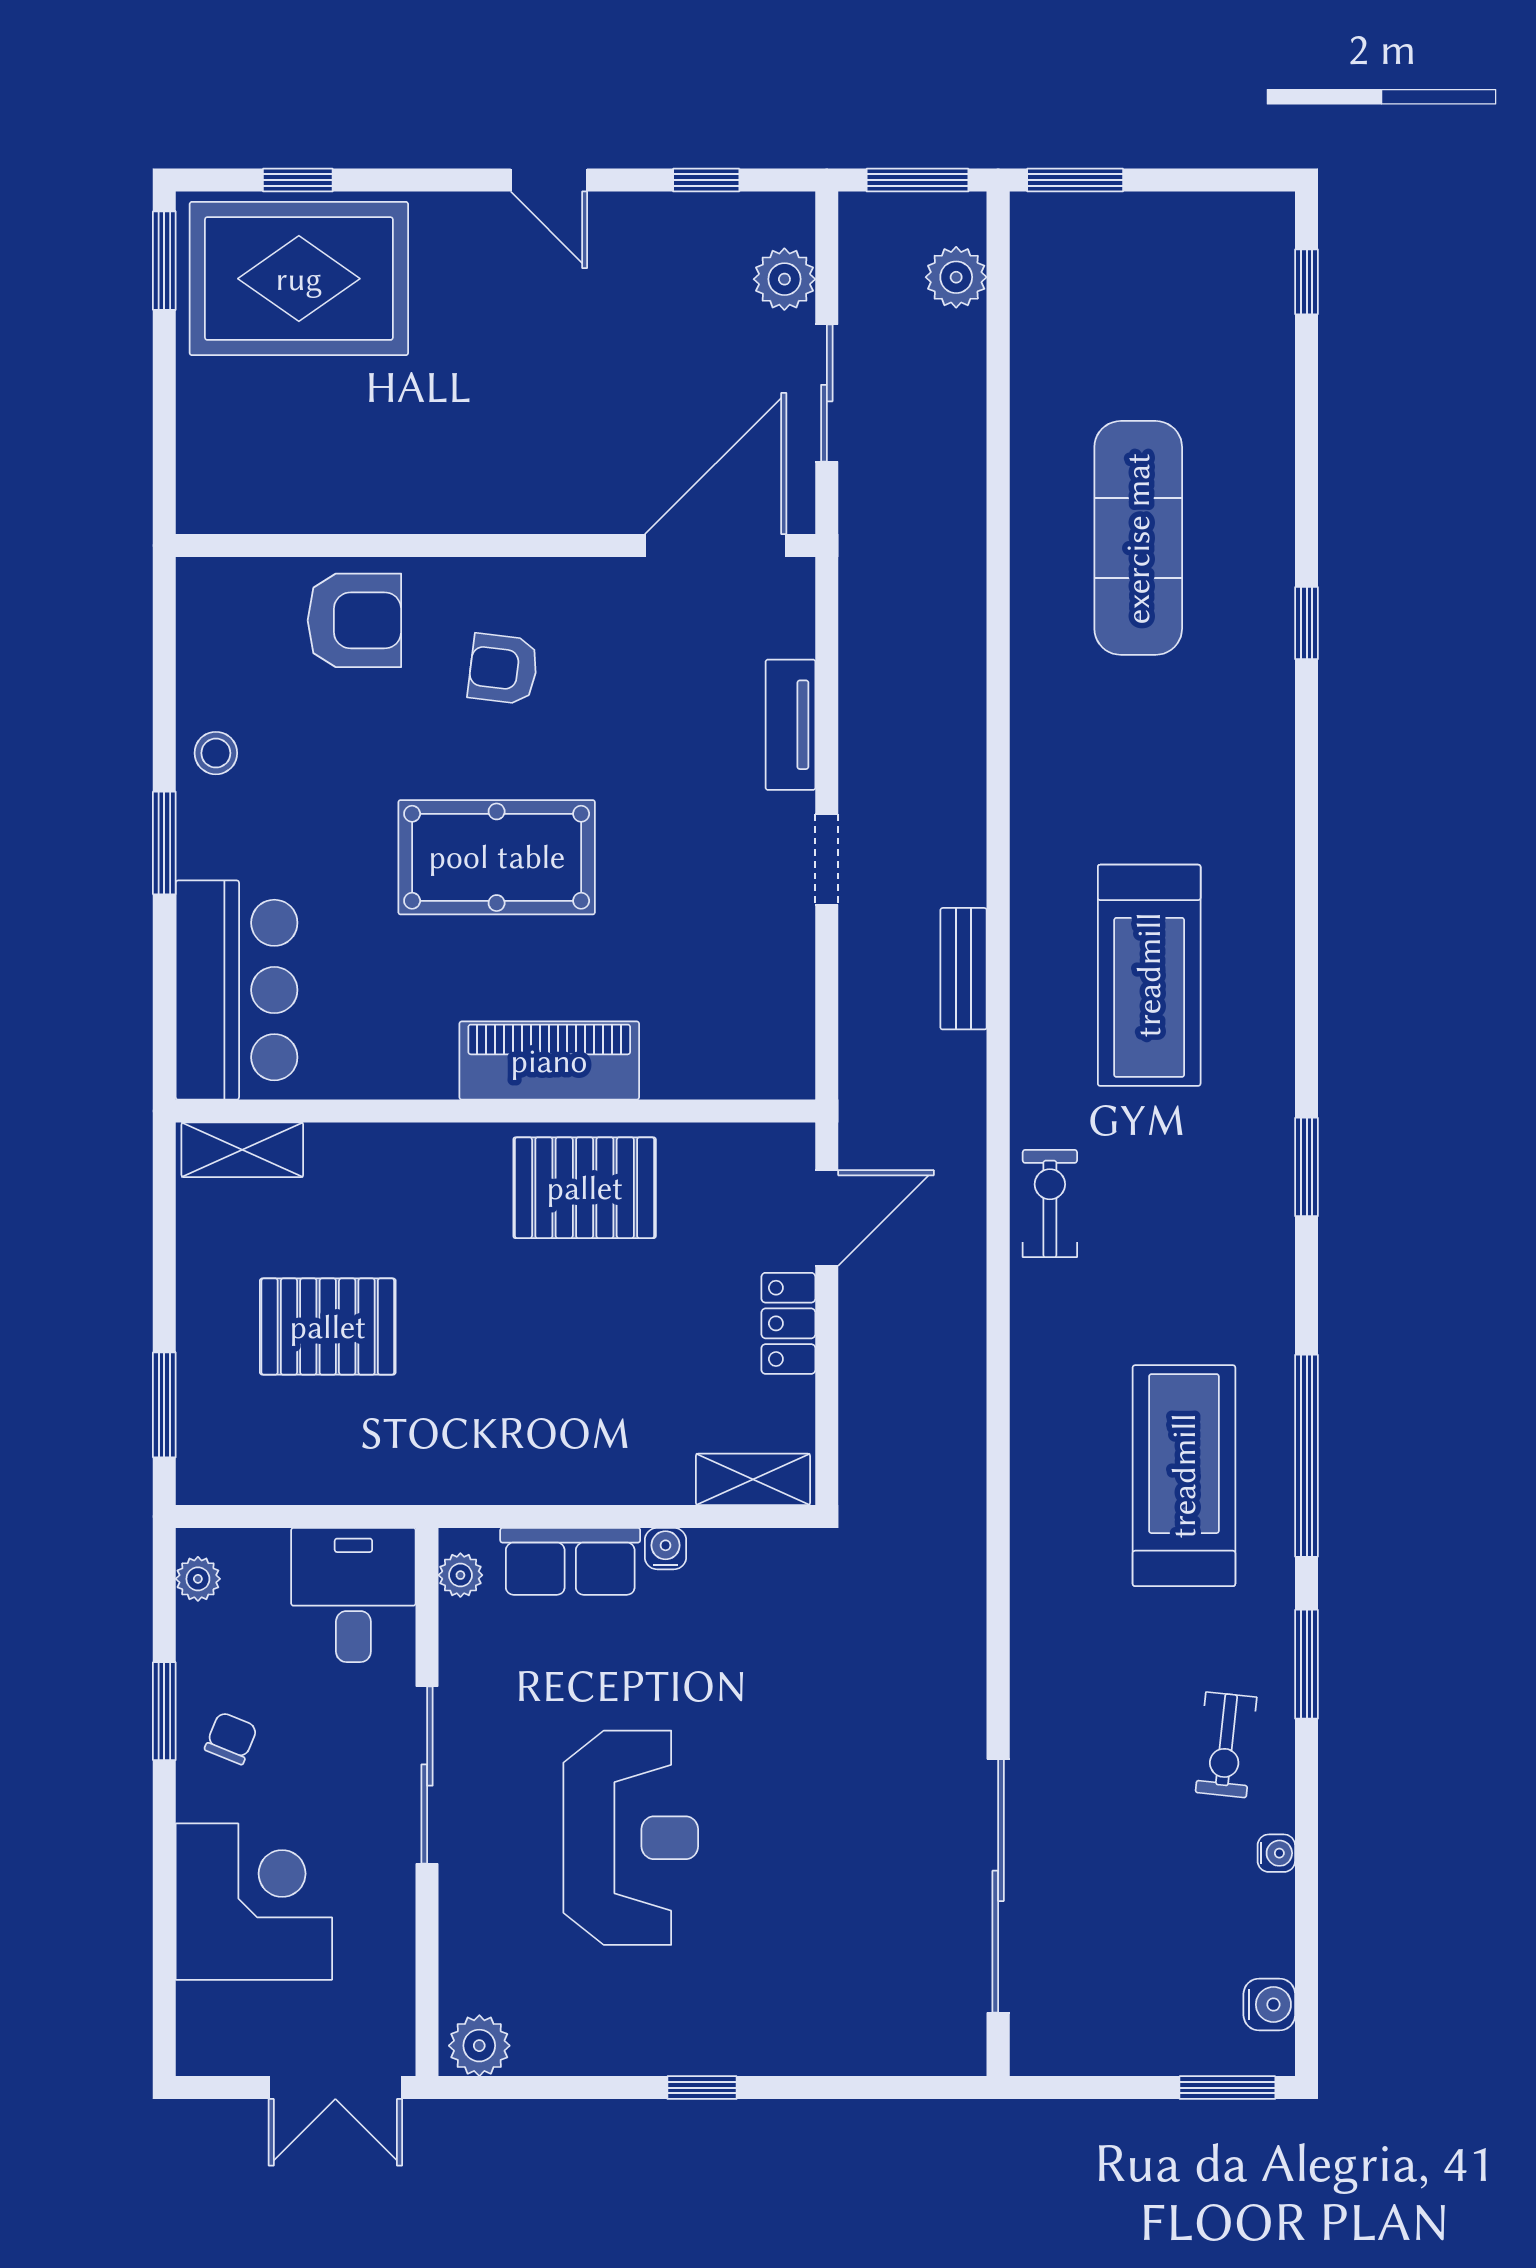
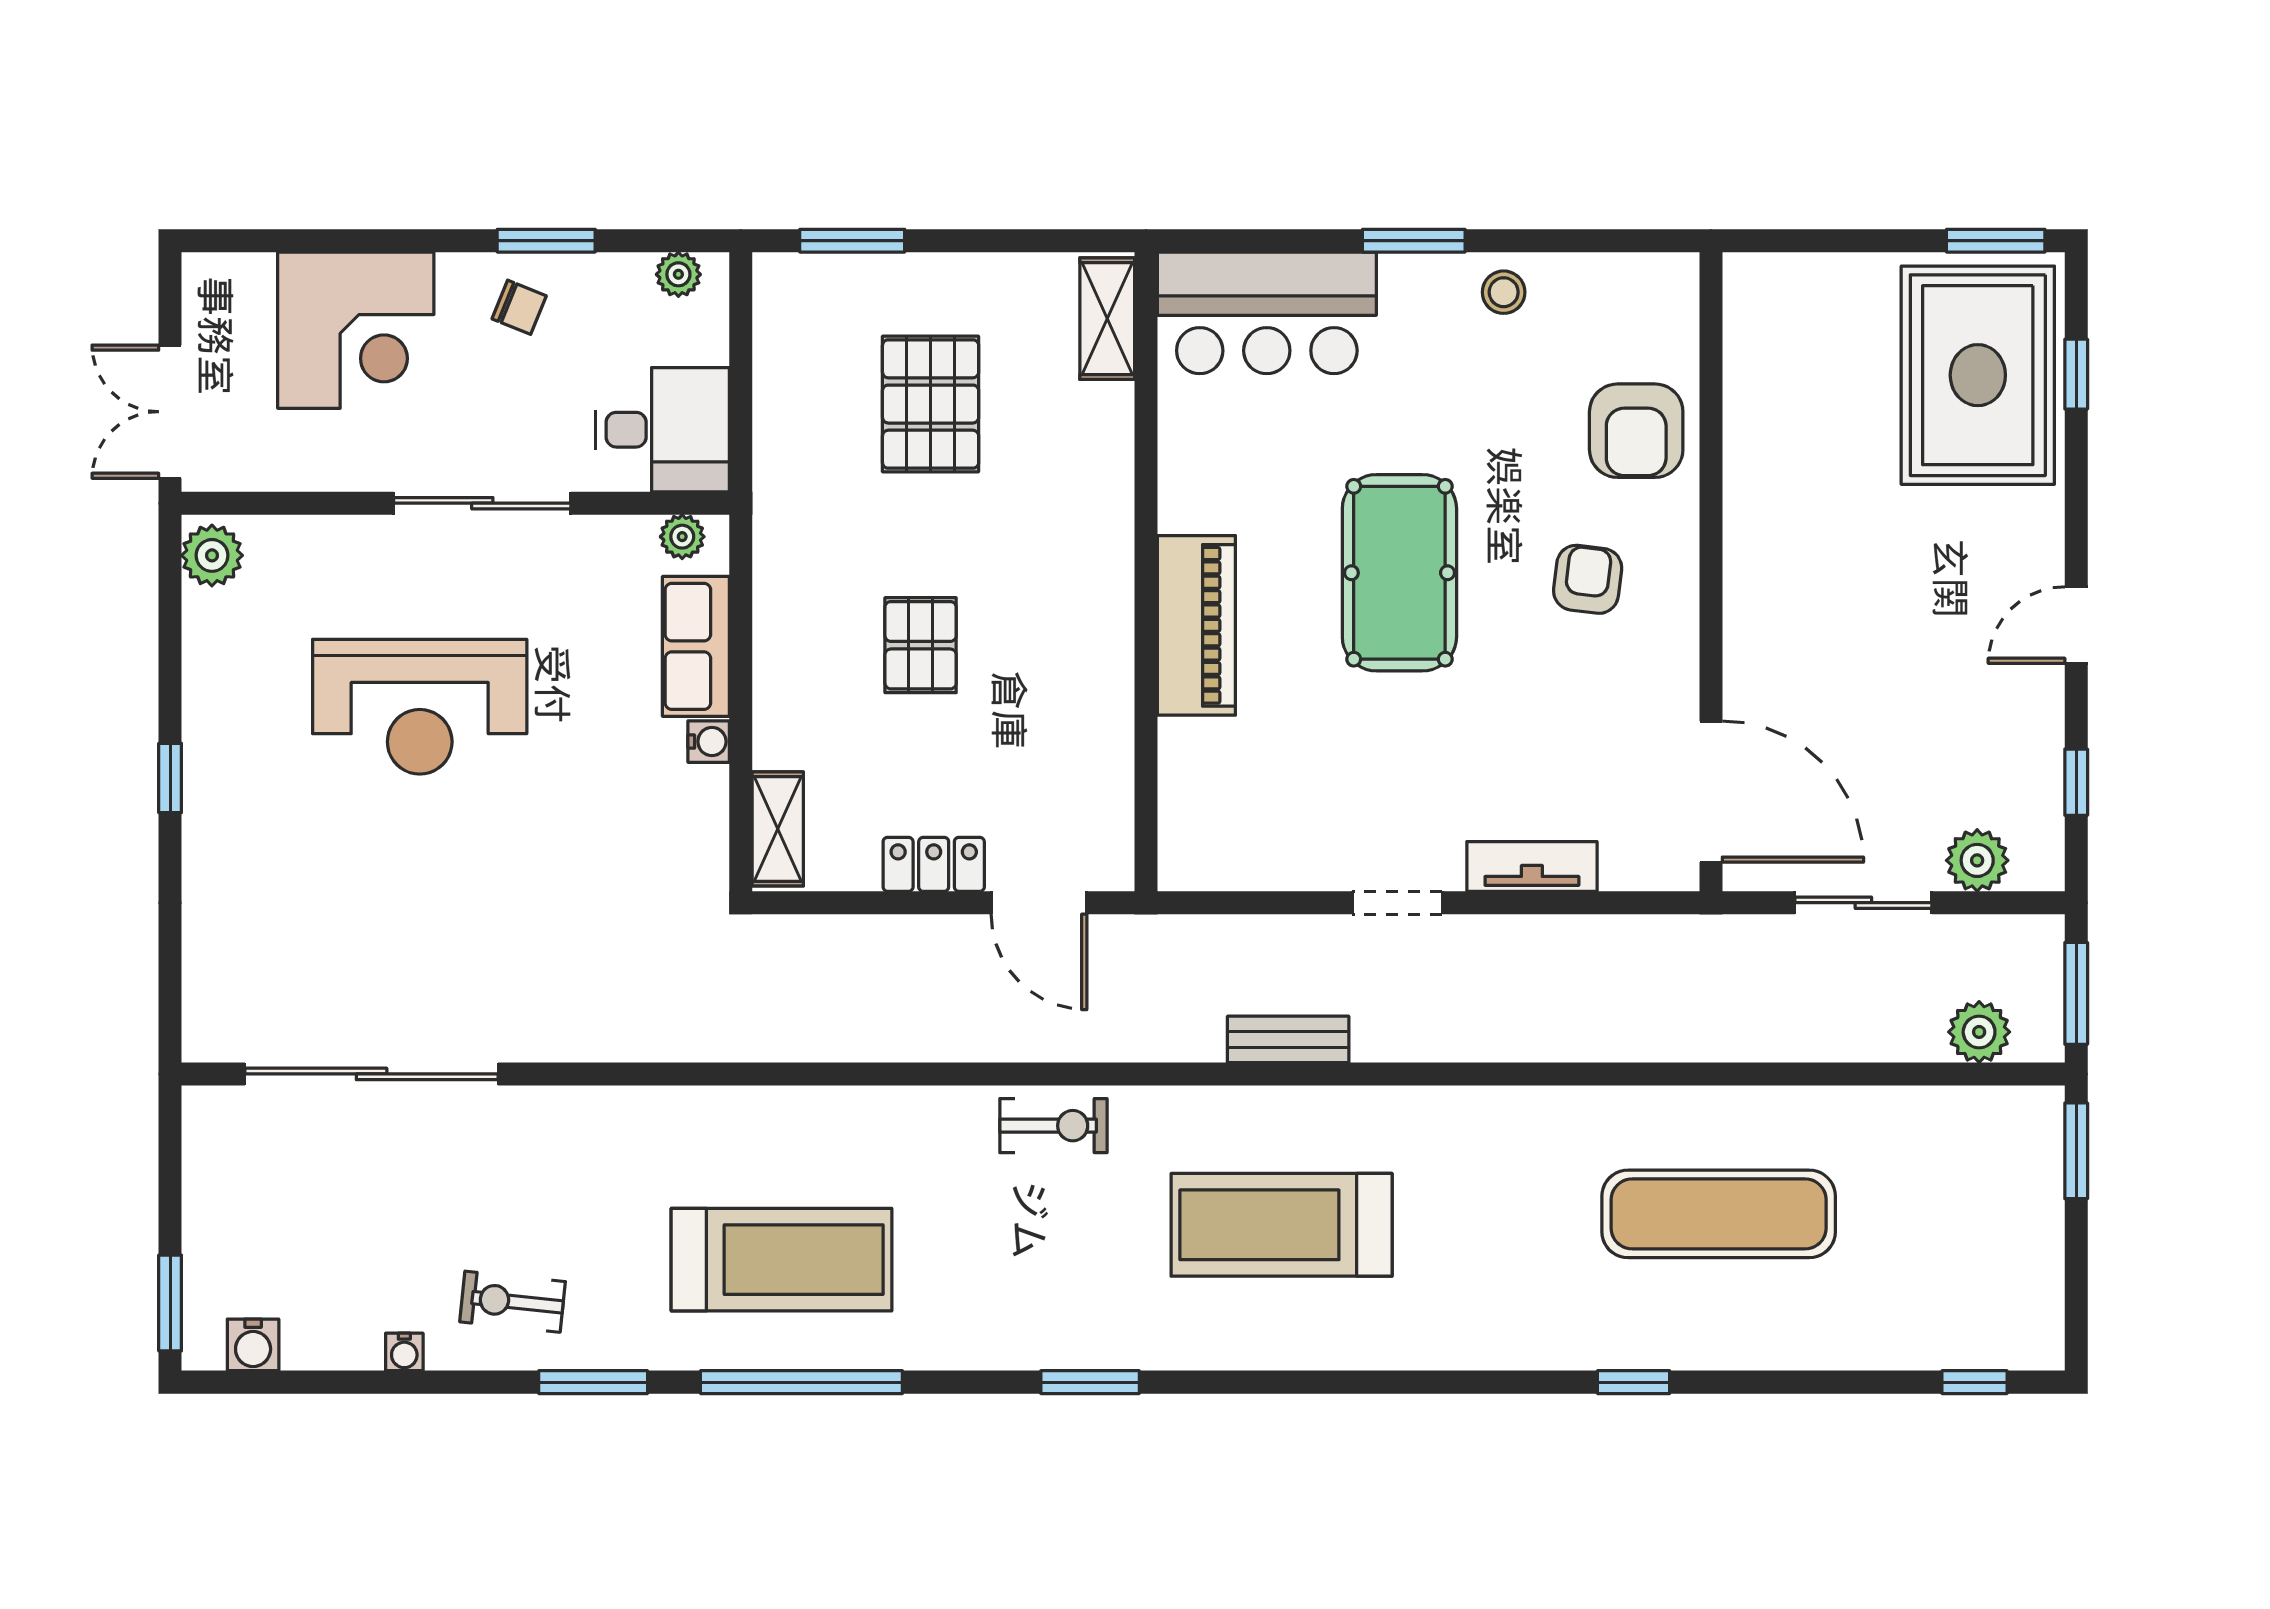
pallet: (585, 1188) -> (921, 645), moved, width x0.67, depth x0.71

